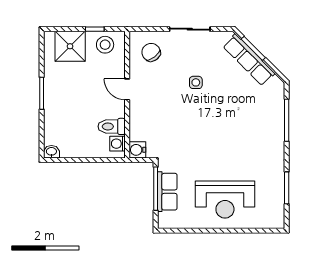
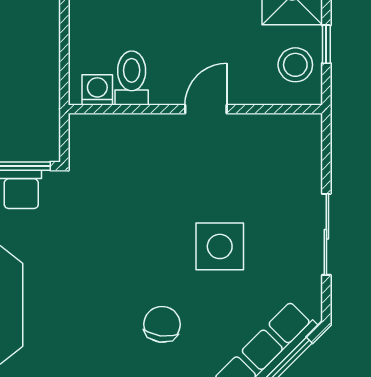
chair: (151, 52) -> (162, 324), moved, turned -45
side table: (196, 82) -> (220, 246), width x1.87, depth x1.87
water cooler: (137, 150) -> (85, 130), removed

